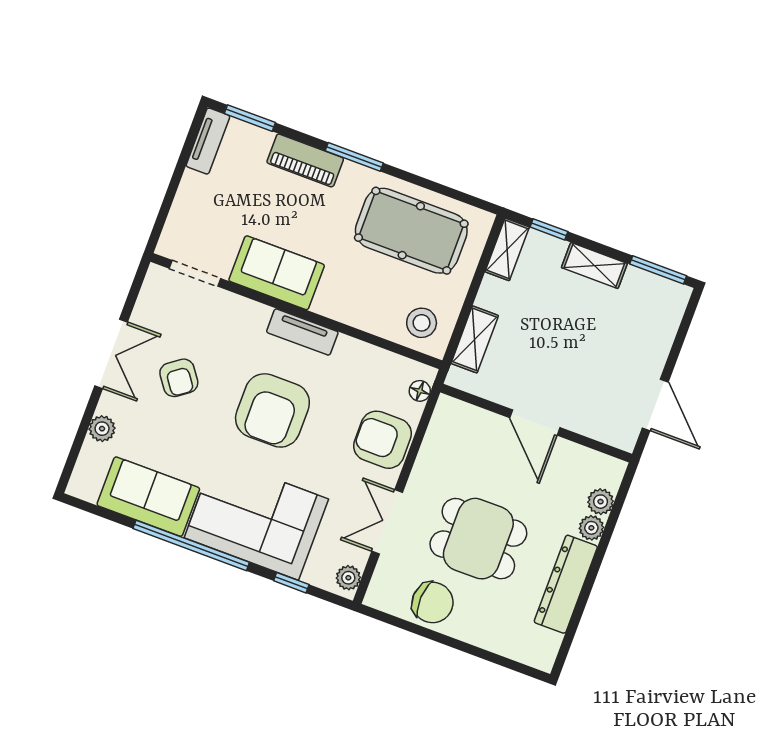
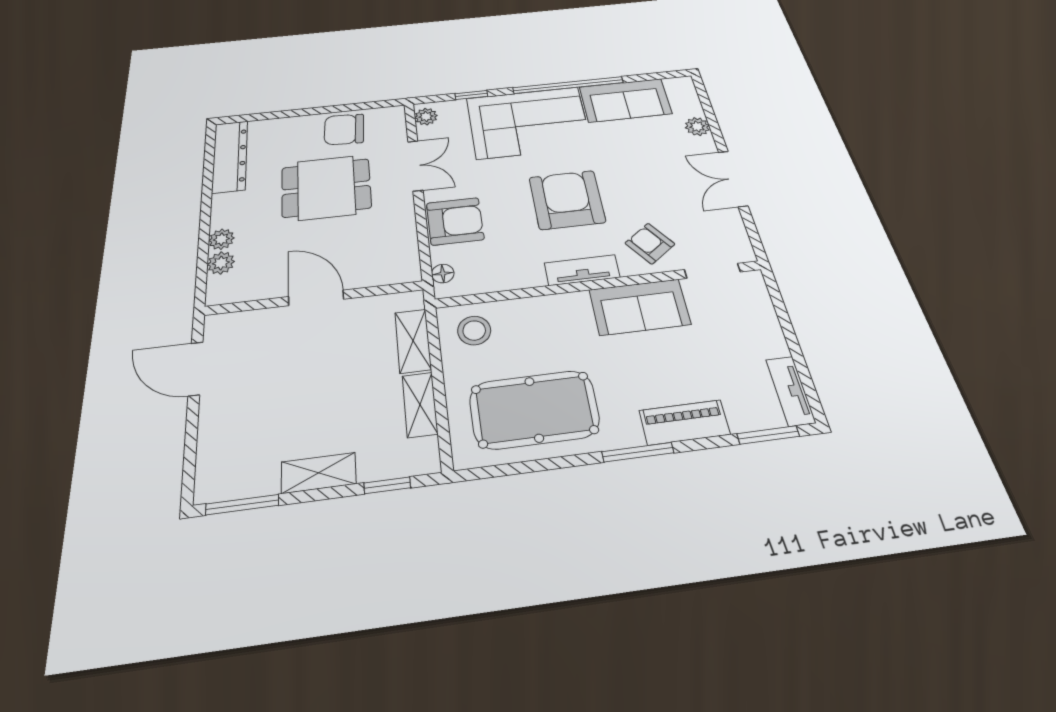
shelving: (507, 249) -> (420, 405), moved
armchair: (179, 378) -> (650, 244), moved
dresser: (566, 584) -> (230, 156), moved

